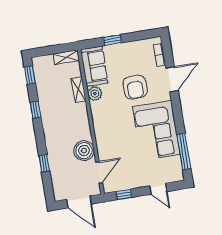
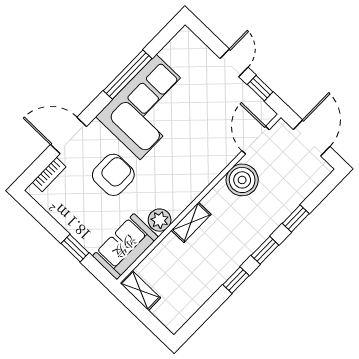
window: (30, 75) -> (265, 250), moved
shelving: (79, 90) -> (191, 222), moved
window: (184, 152) -> (128, 75), moved
door: (99, 172) -> (256, 140), hinge flipped
door: (158, 189) -> (234, 63), moved

